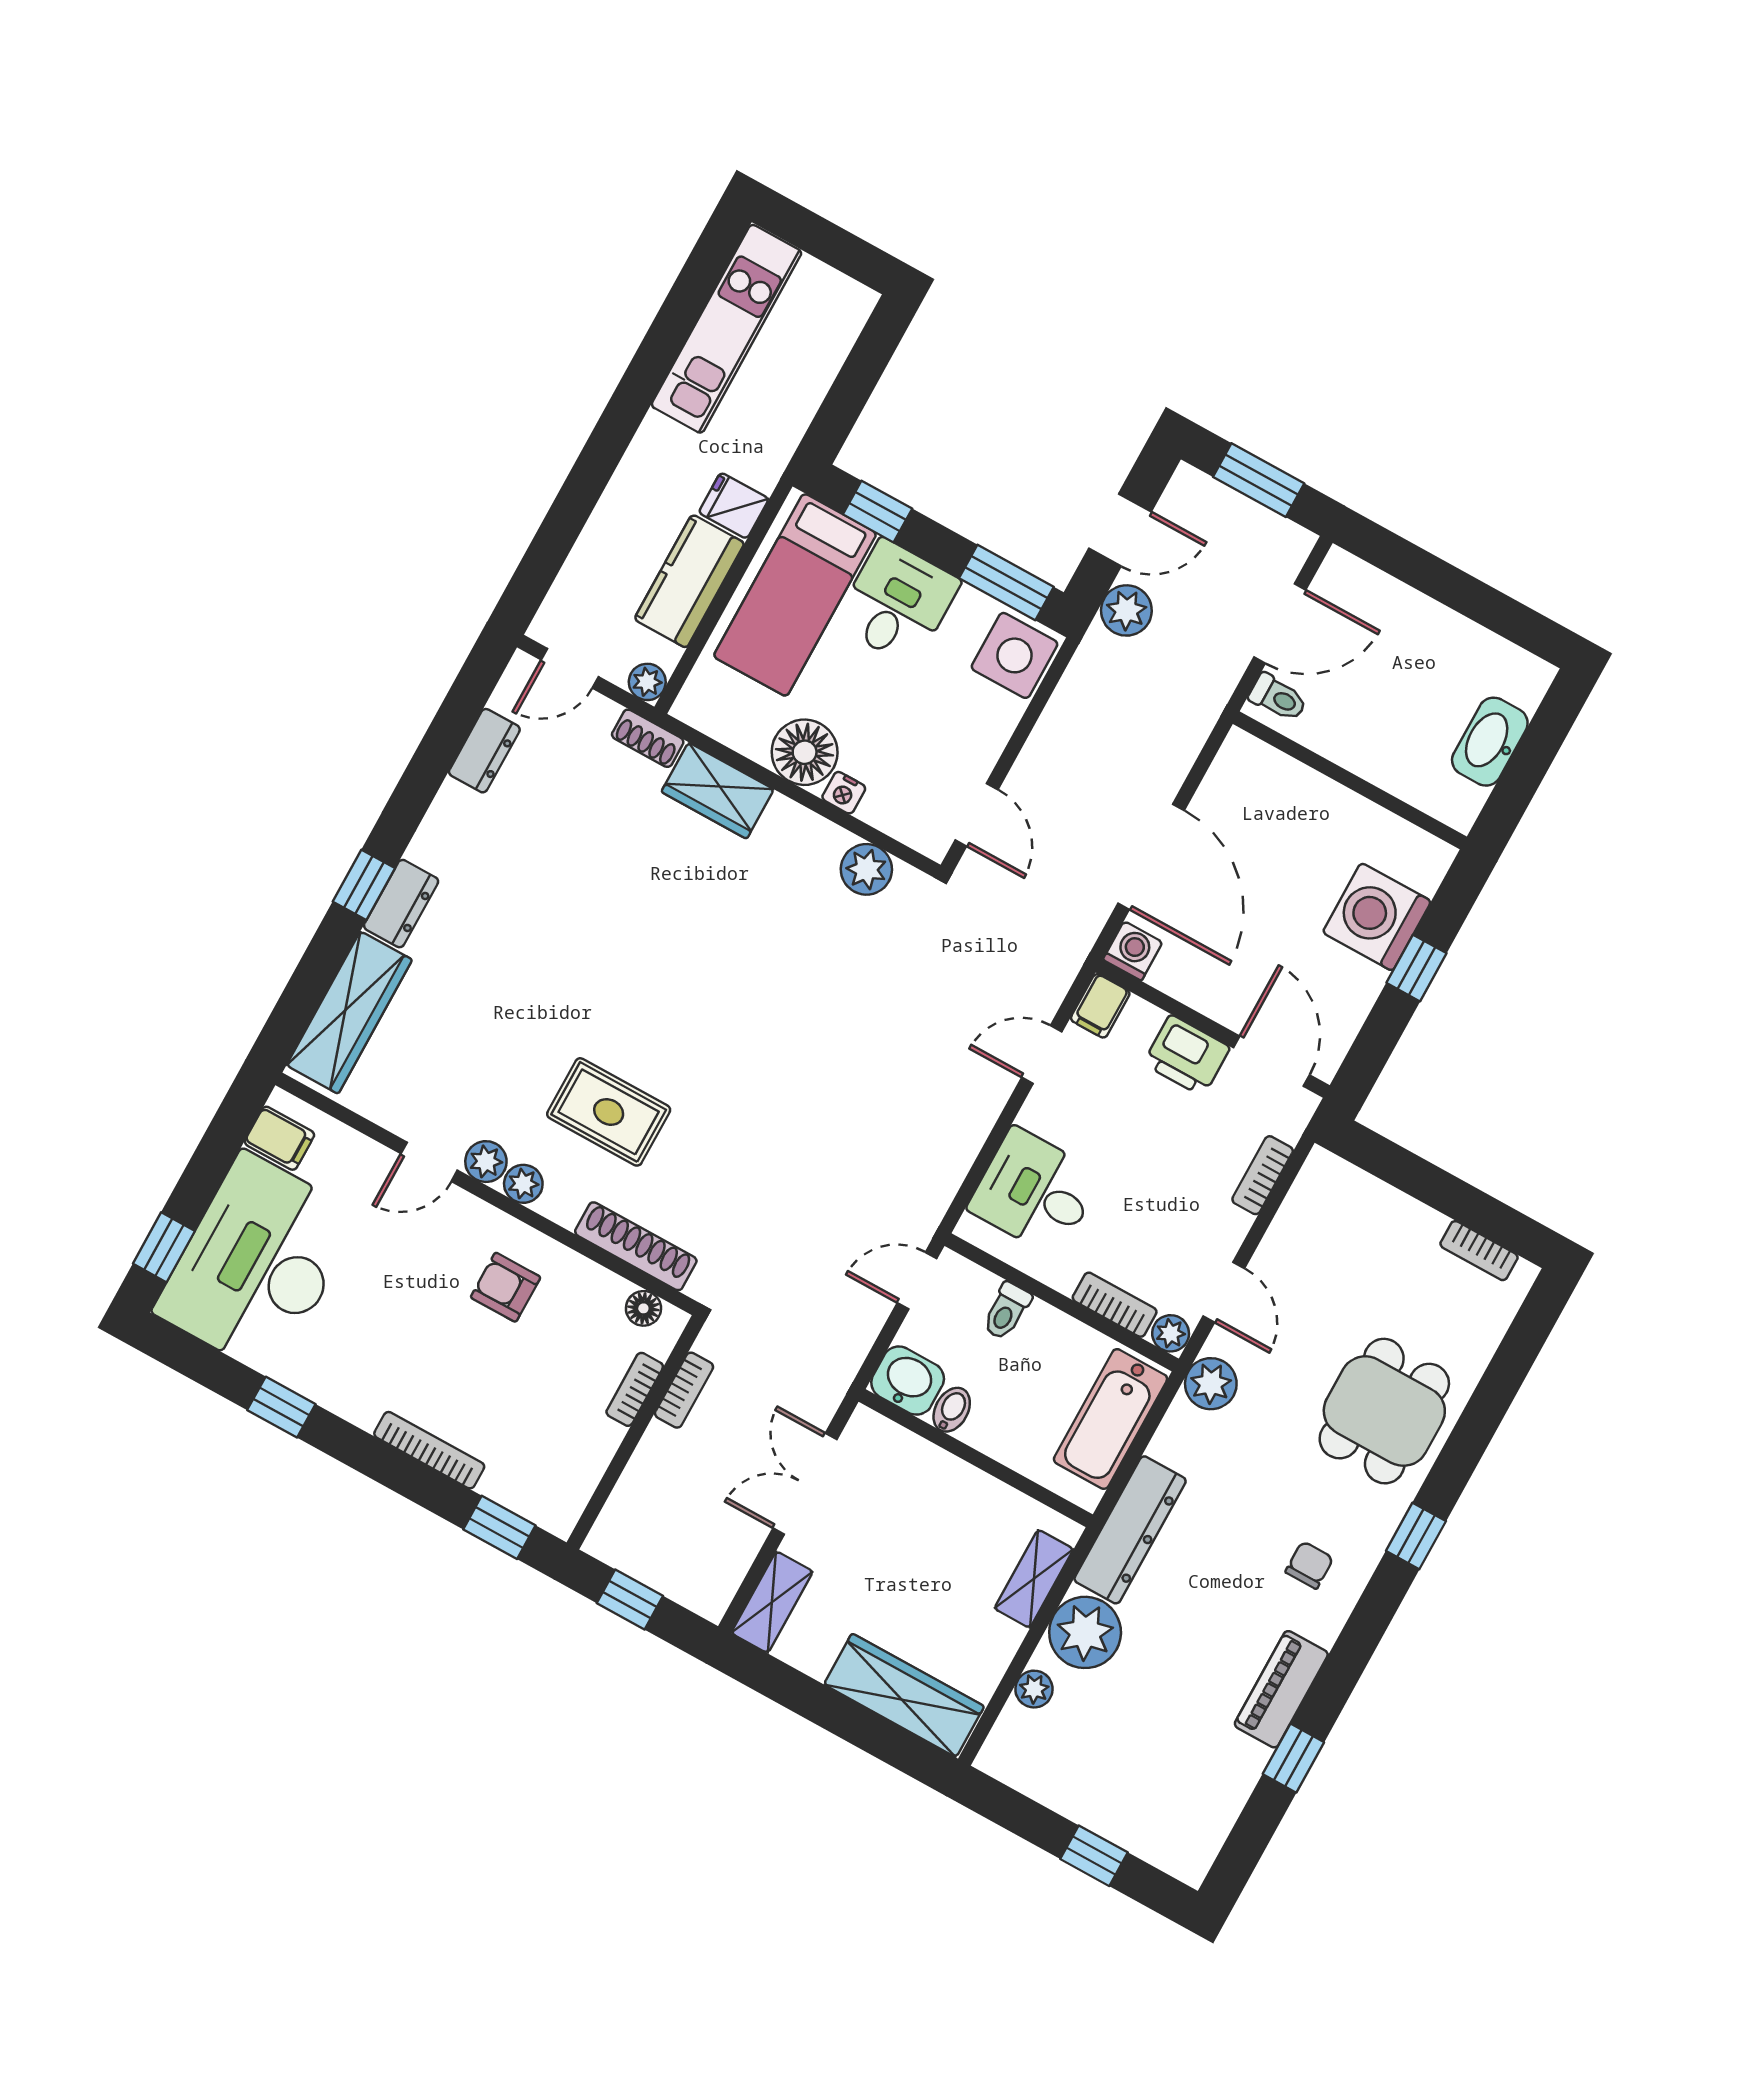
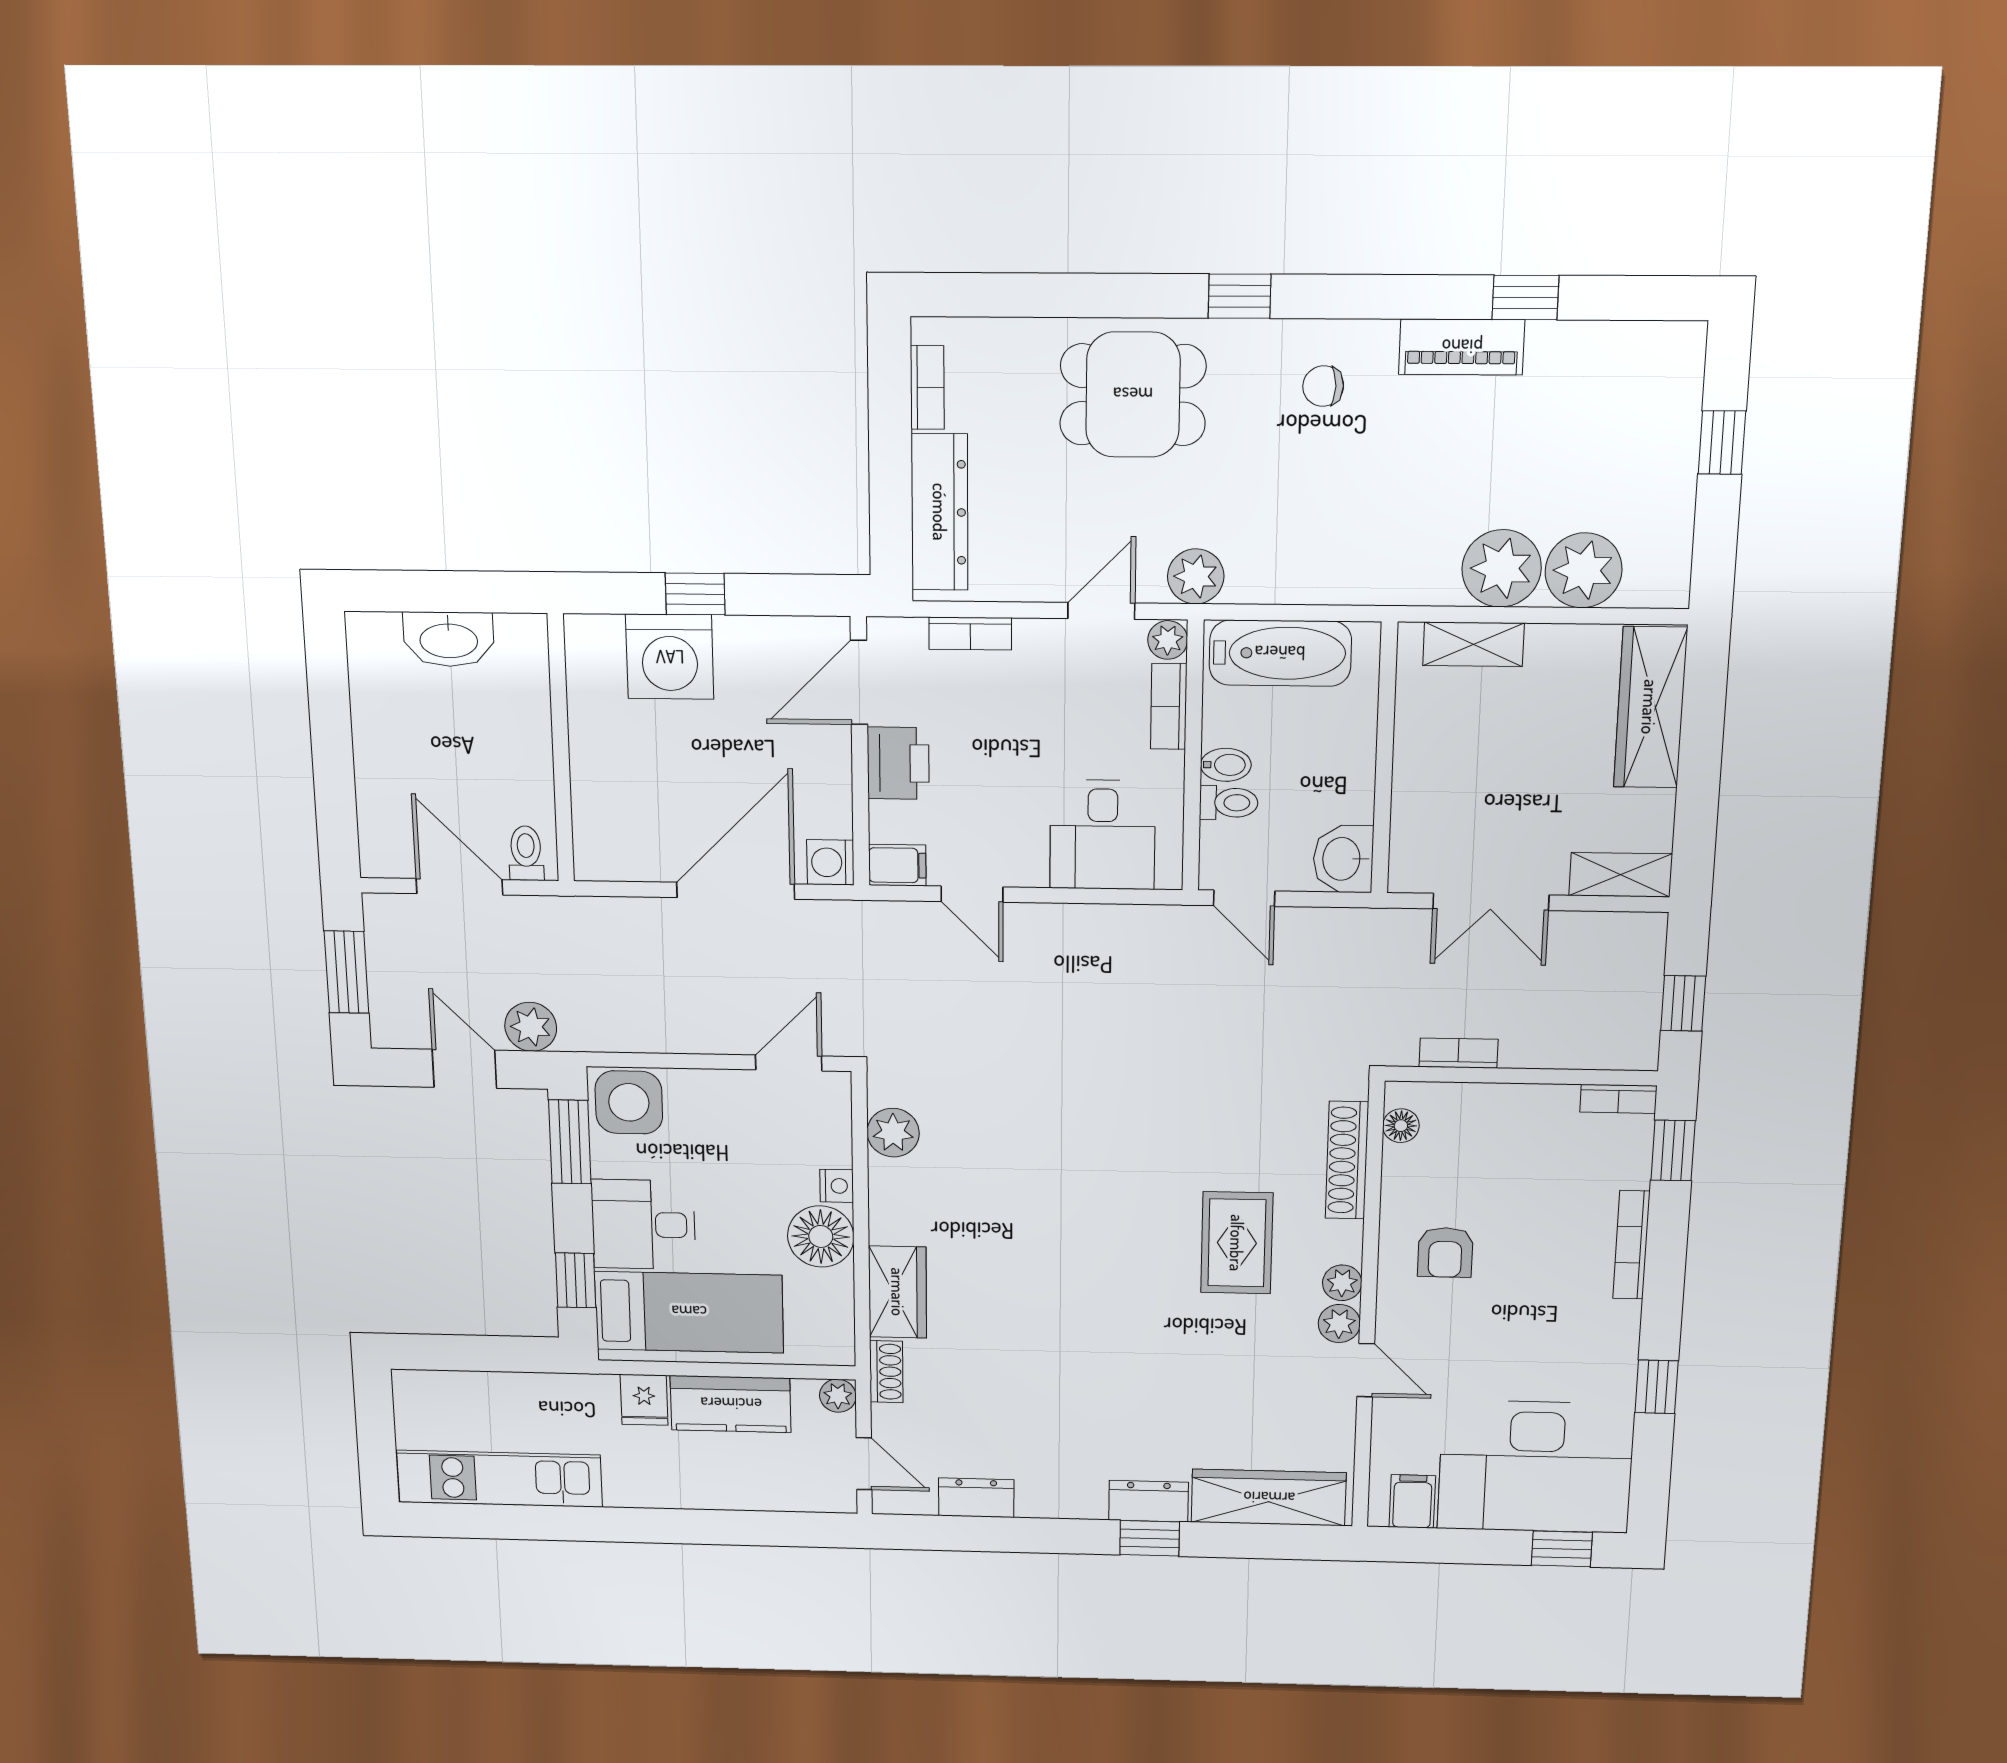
bookcase: (635, 1389) -> (1618, 1099), moved
bidet: (952, 1410) -> (1226, 765), moved, turned 180
dresser: (1130, 1530) -> (940, 512), moved, turned 90
plant: (1034, 1689) -> (1584, 570), width x1.88, depth x1.88

